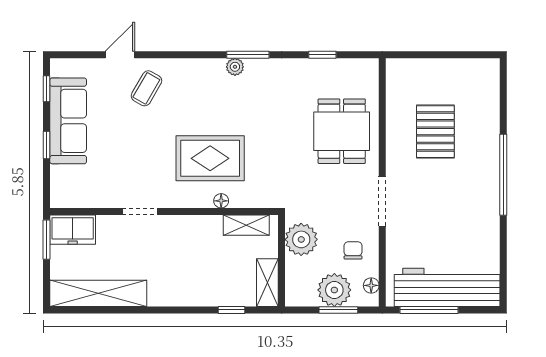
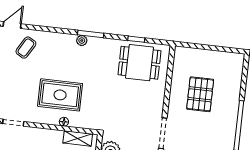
dining table: (342, 131) -> (139, 63), moved, turned 90

